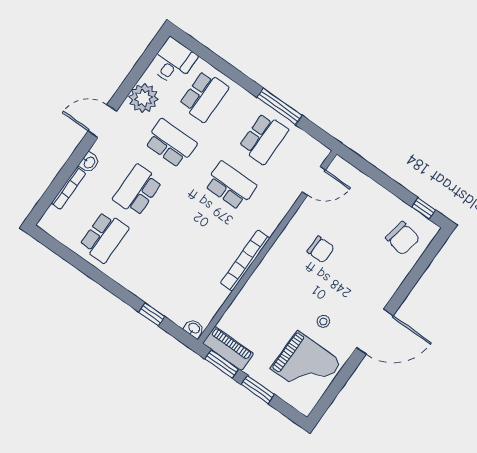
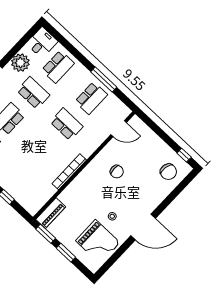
washbasin: (194, 328) -> (32, 209), removed
piano: (228, 348) -> (51, 213), moved, turned 90

